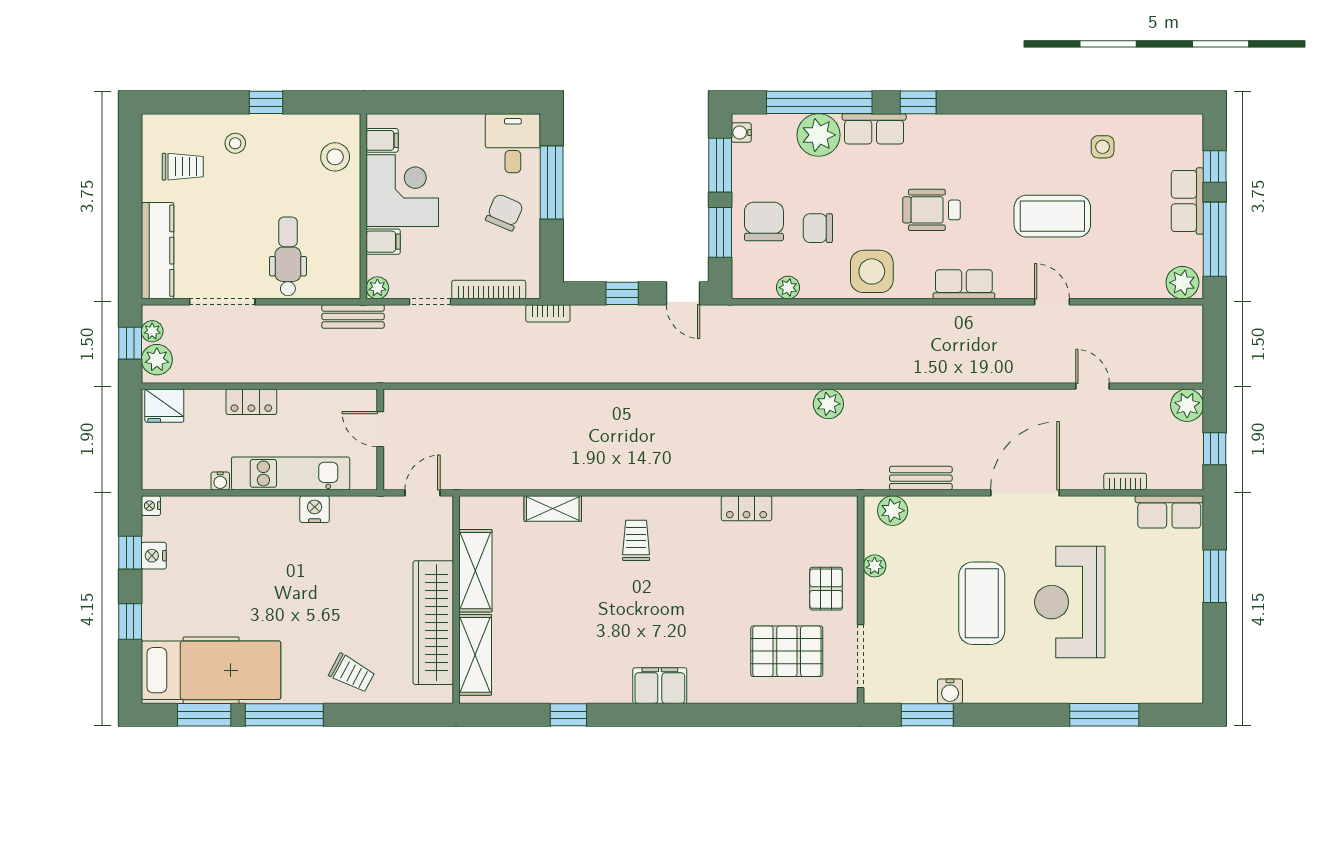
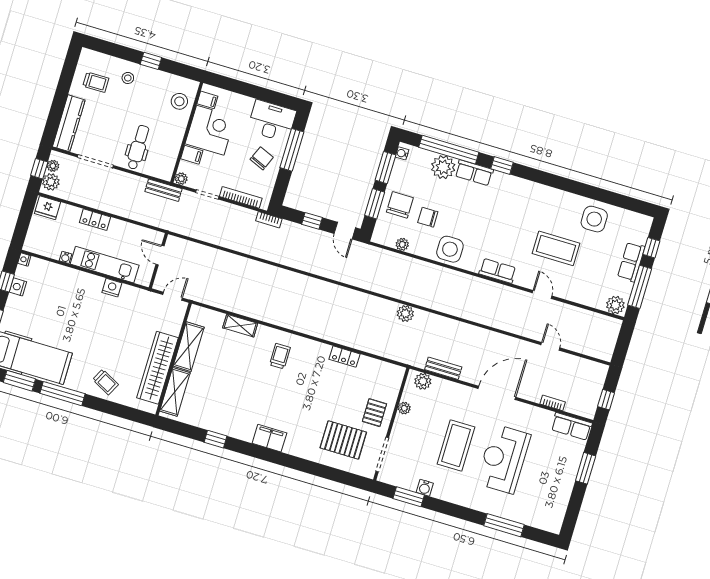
desk: (513, 143) -> (272, 121), width x1.37
side table: (1103, 147) -> (594, 219), width x1.87, depth x1.87
wheelchair: (931, 210) -> (492, 226), removed
plant: (1187, 405) -> (598, 372), removed

